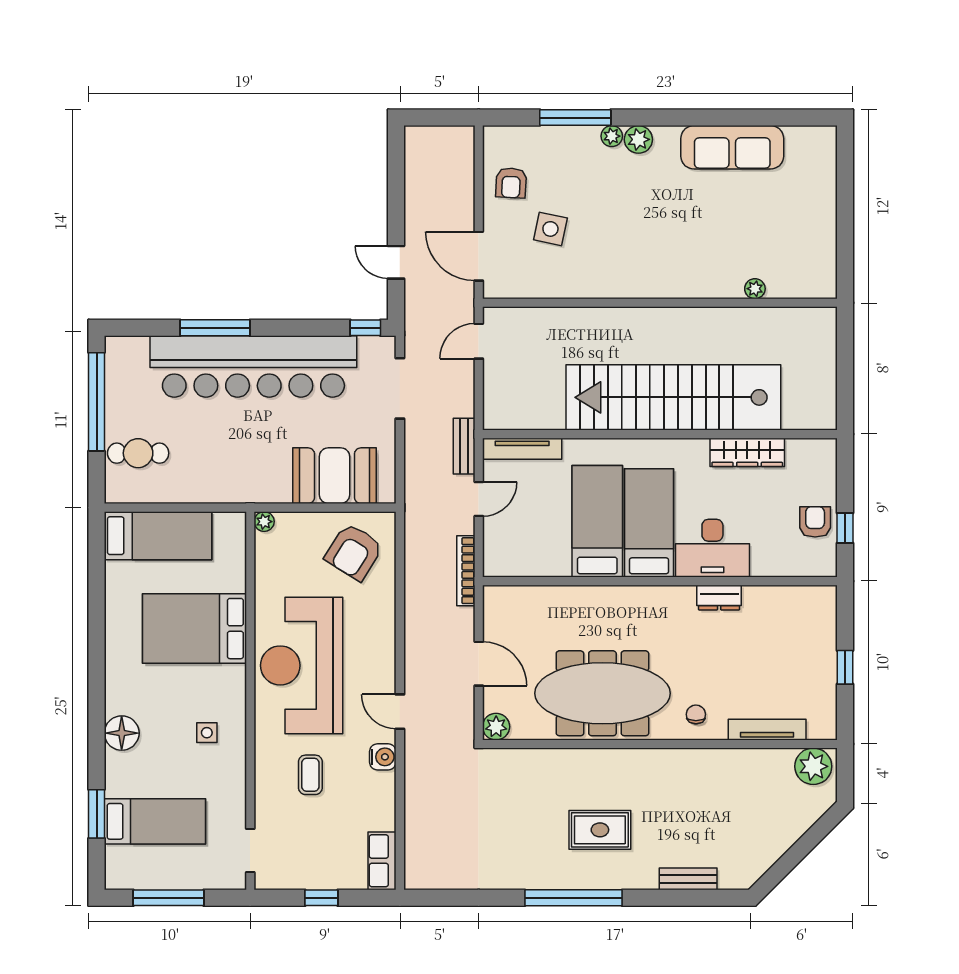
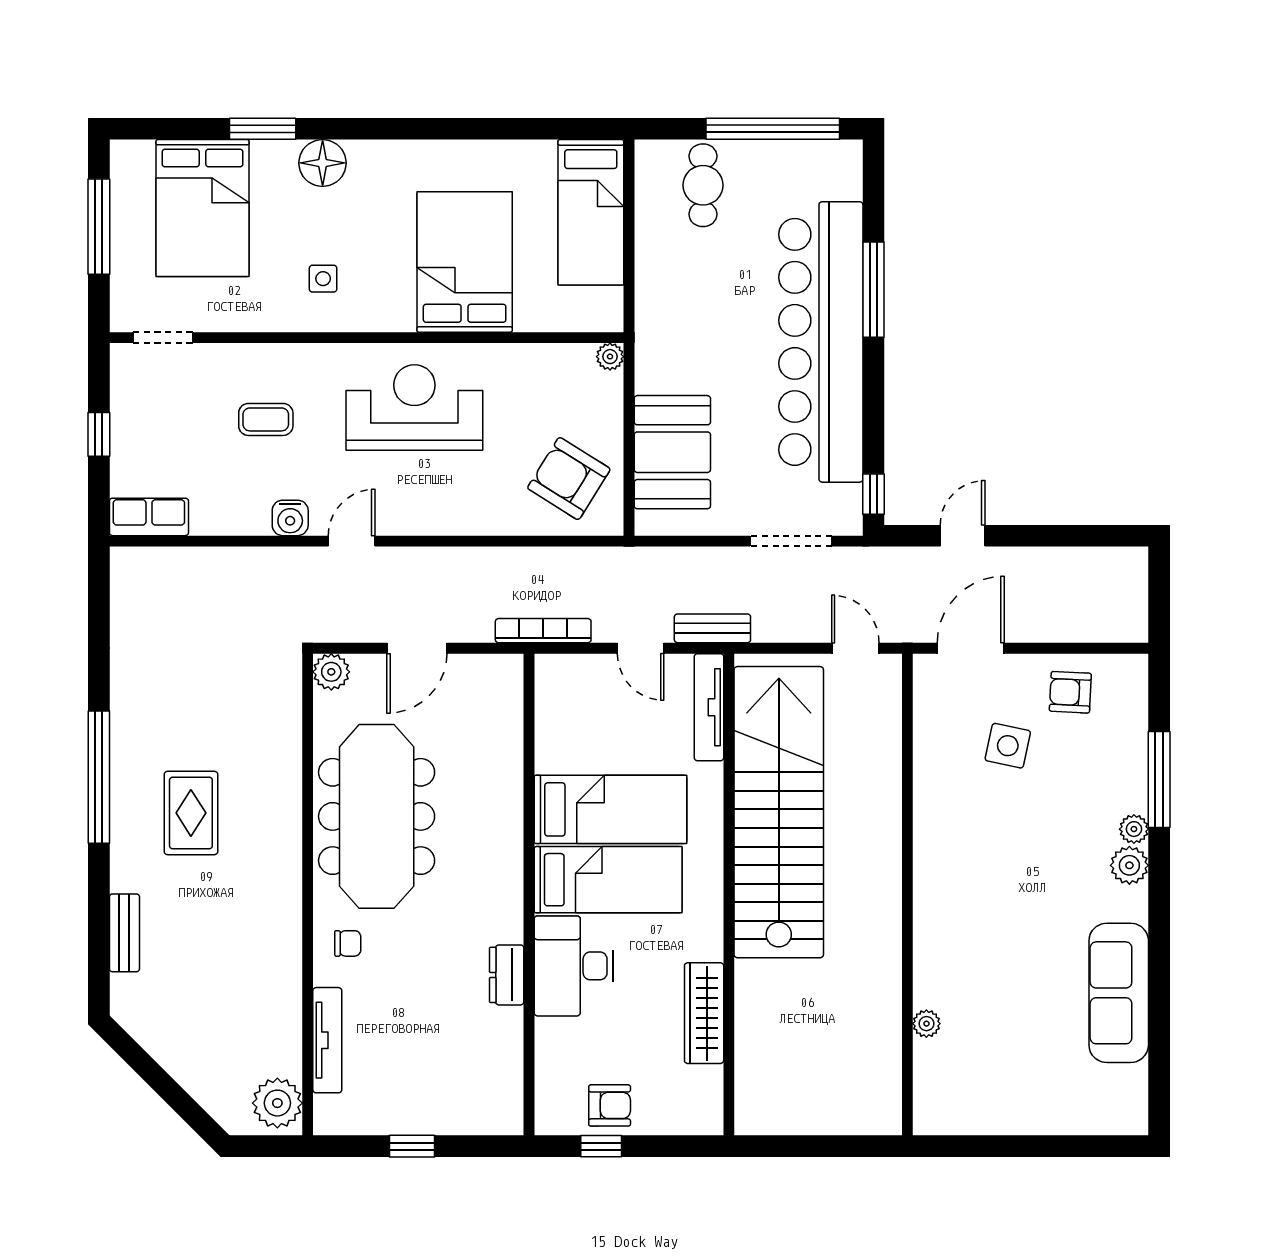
stairs: (673, 397) -> (779, 812), moved
reception desk: (302, 665) -> (414, 407), width x0.74, depth x0.77
window: (97, 814) -> (263, 129), moved
bed: (155, 821) -> (203, 208), width x1.50

